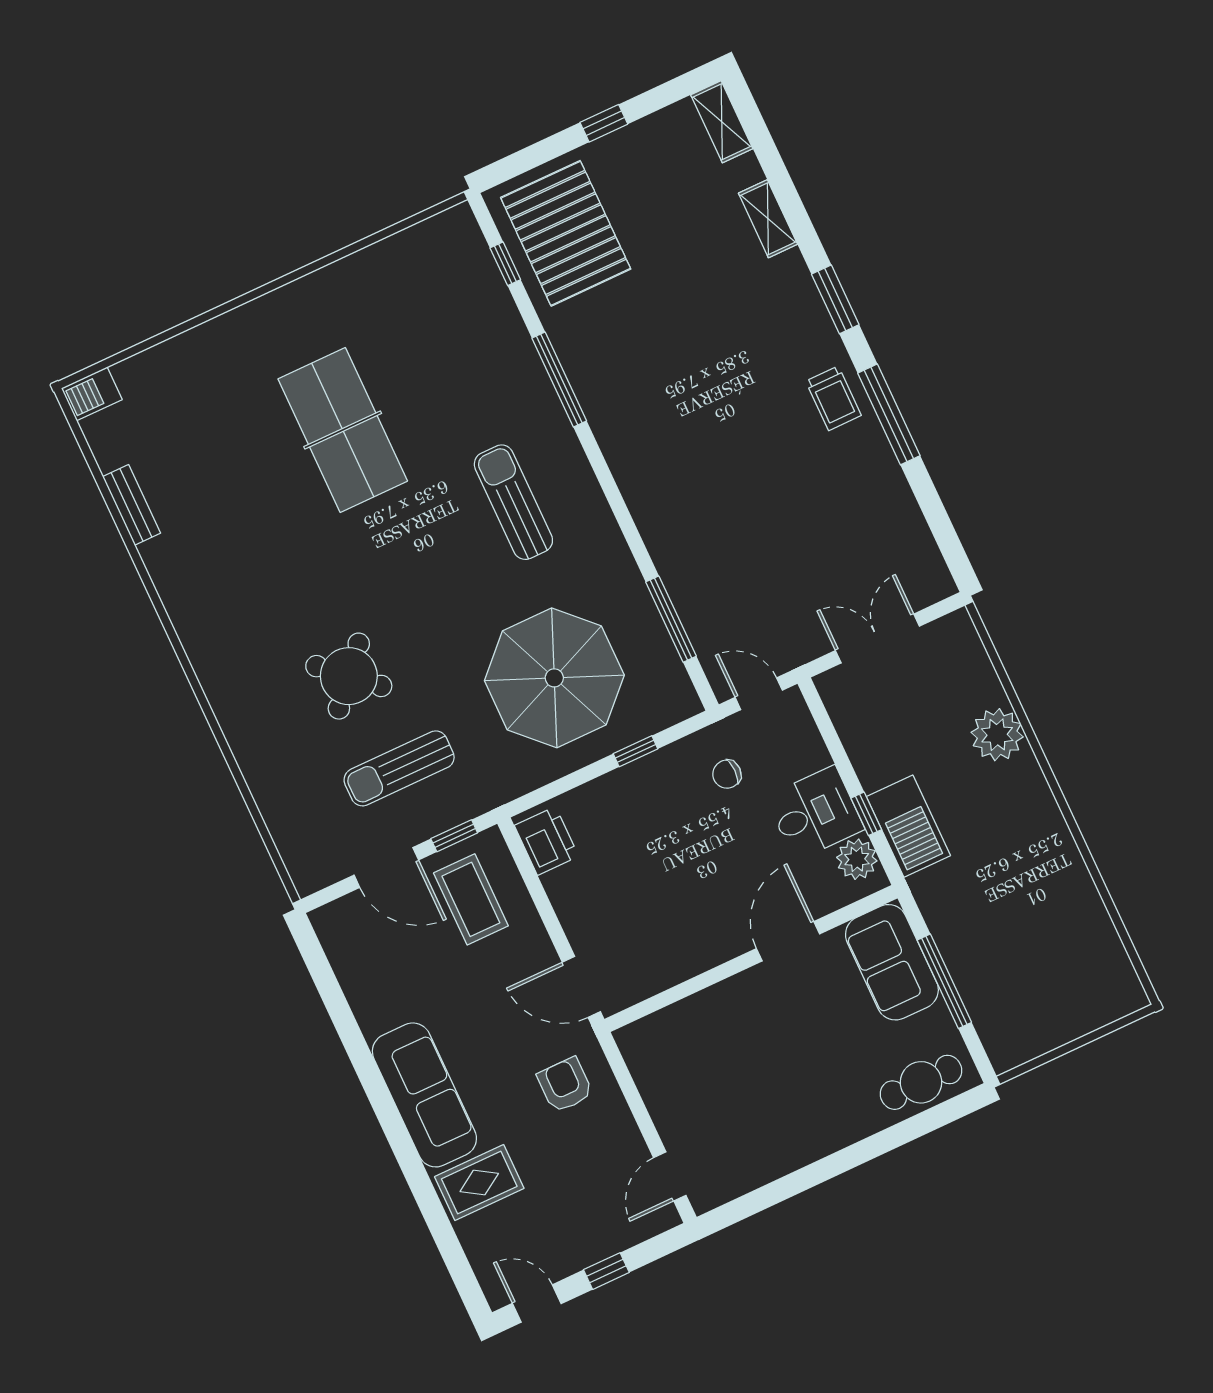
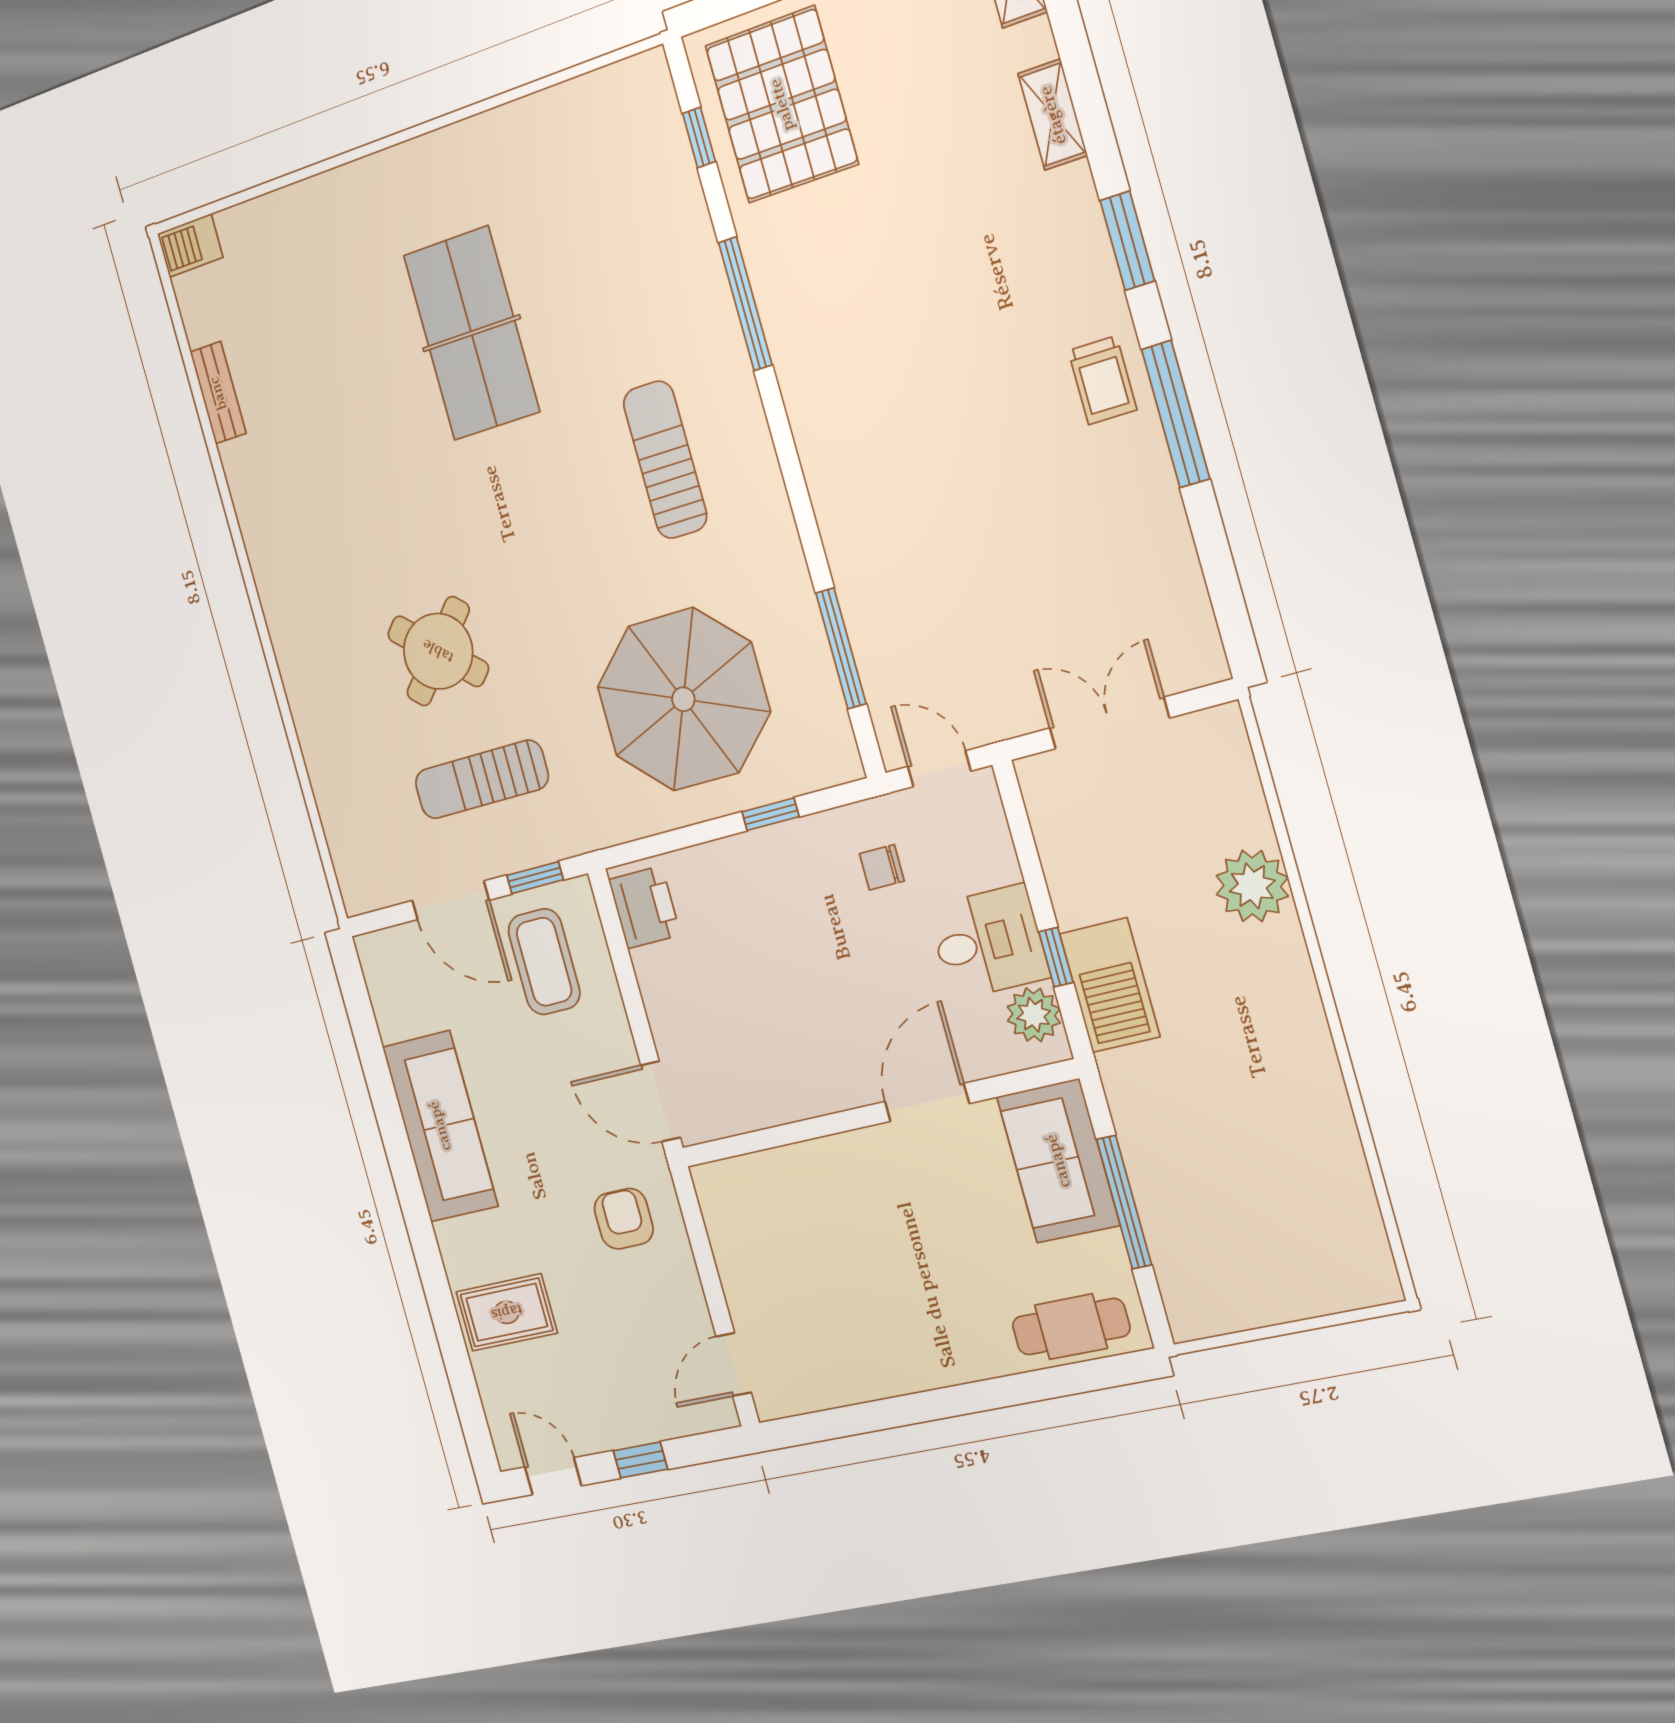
sofa: (424, 1095) -> (440, 1126), moved

